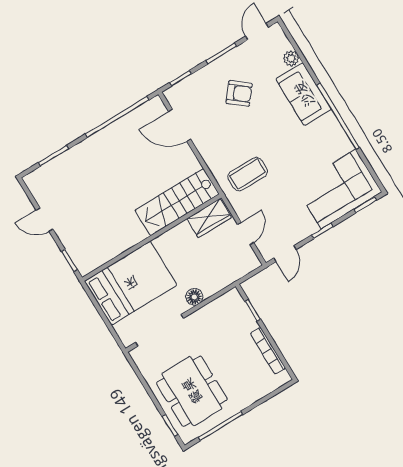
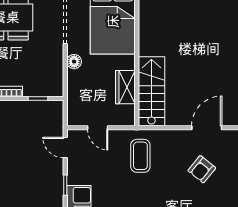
armchair: (239, 93) -> (202, 169), moved
wardrobe: (209, 218) -> (125, 87), moved

